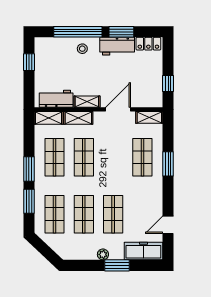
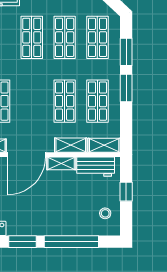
workbench: (117, 46) -> (27, 226), removed
stool: (82, 49) -> (105, 213), moved
window: (29, 62) -> (126, 192), moved
door: (118, 109) -> (26, 155), width x1.36

